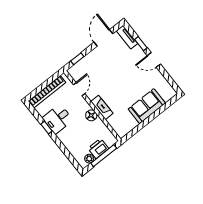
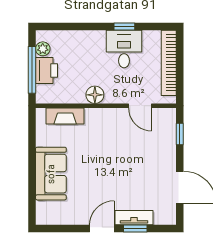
tv unit: (127, 37) -> (134, 218), moved
fireplace: (102, 107) -> (65, 116), moved

